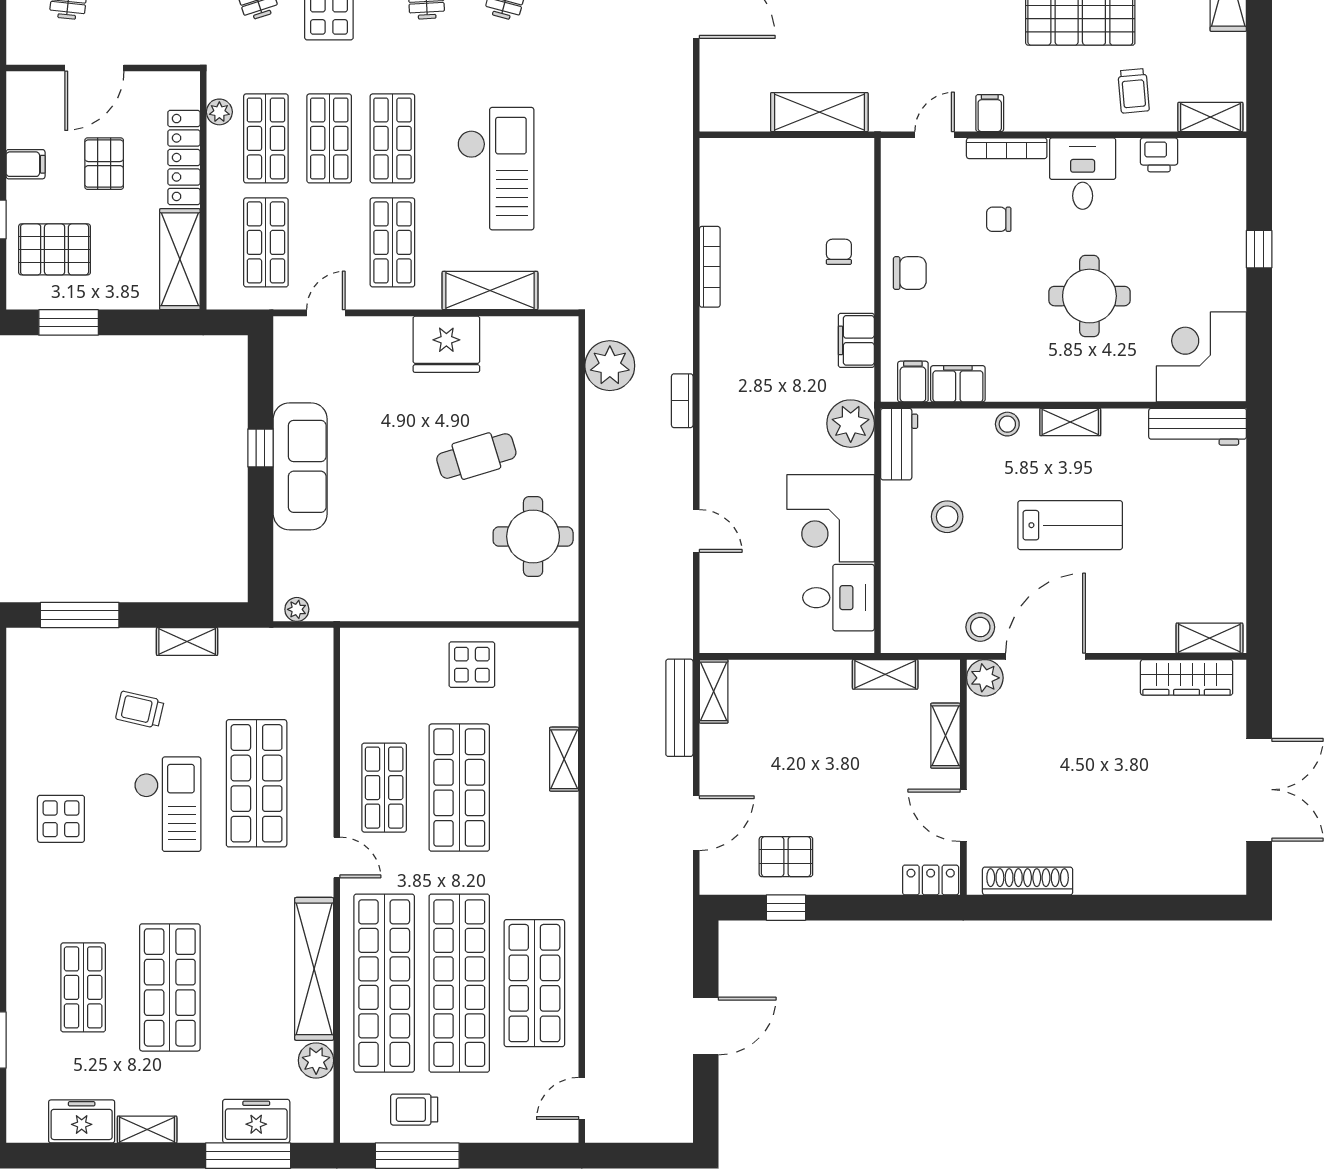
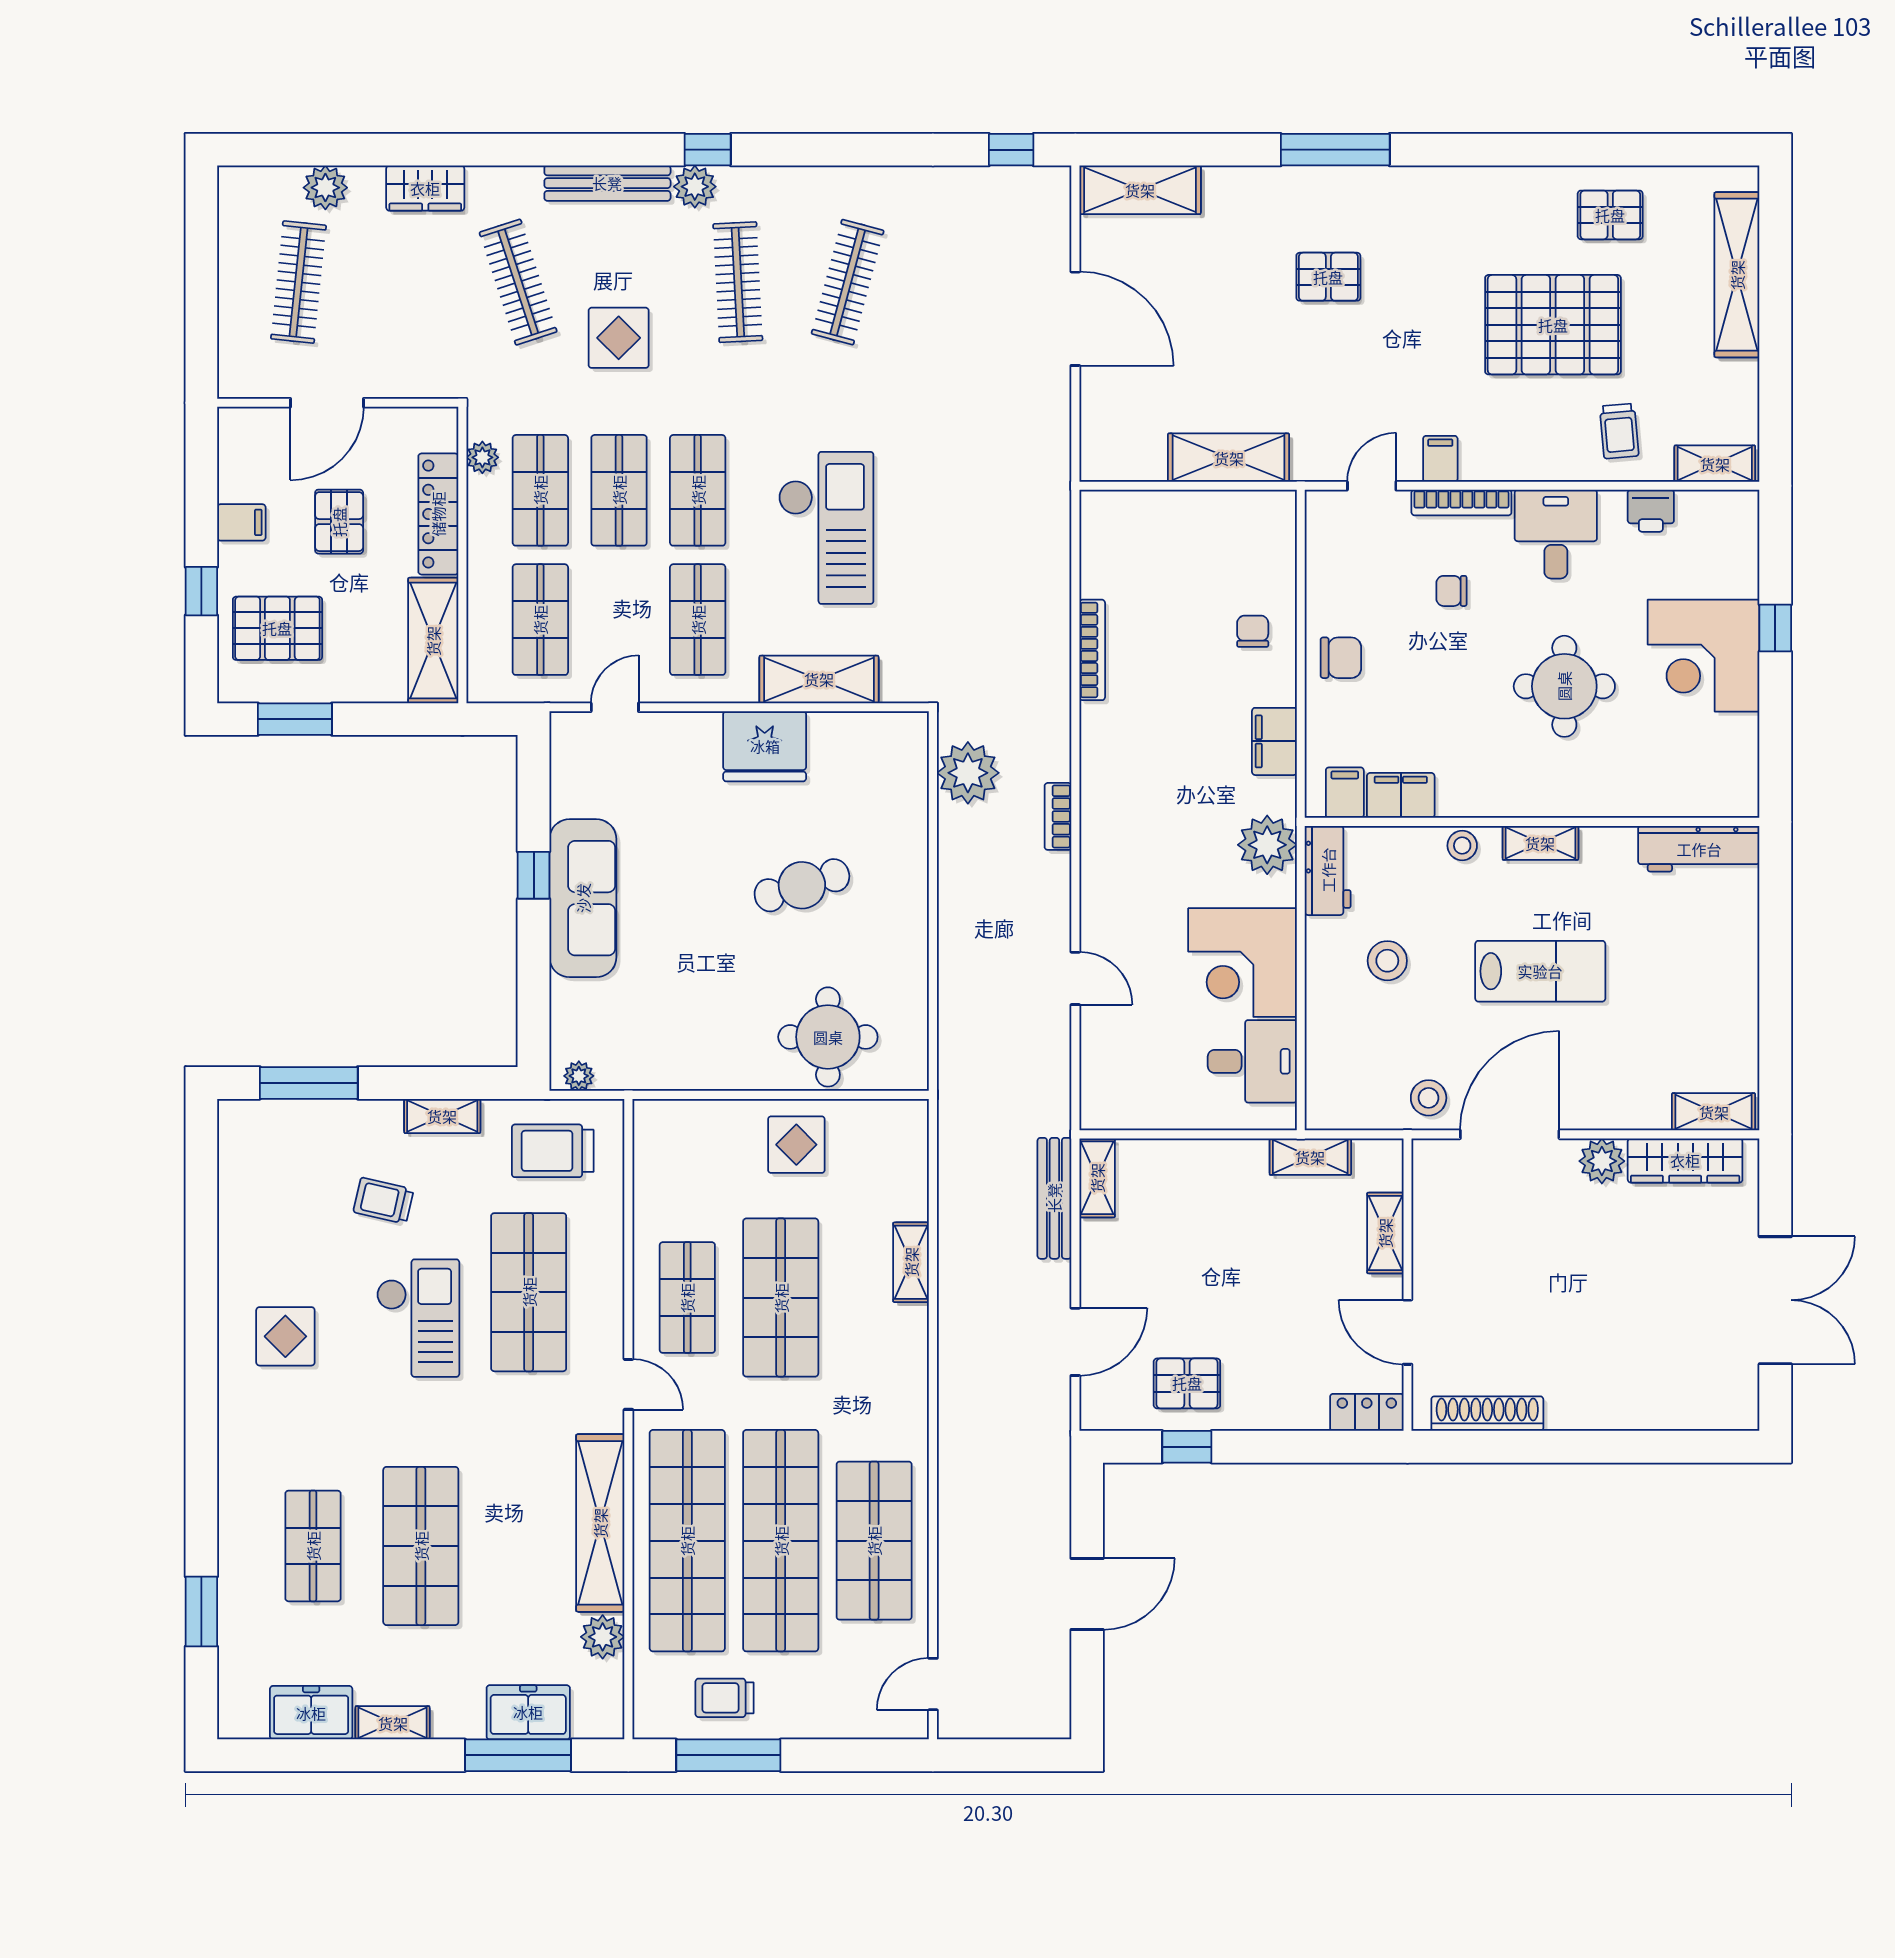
corner desk: (1201, 357) -> (1703, 656), moved, turned -90
round table: (533, 536) -> (828, 1037), moved
trolley: (276, 670) -> (553, 1151), added
plant: (985, 678) -> (1602, 1161), moved

